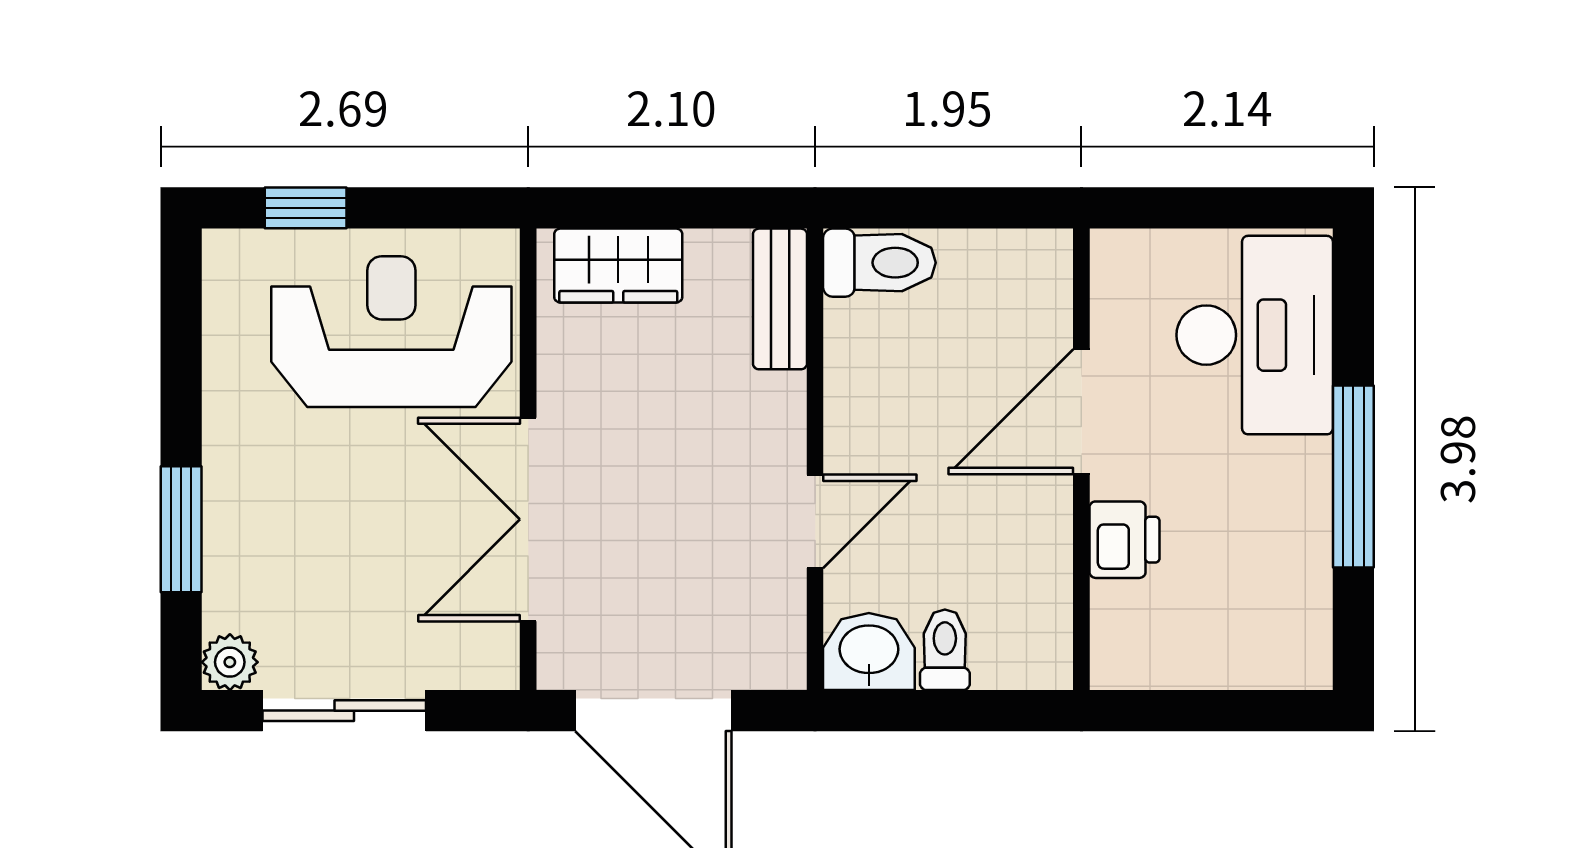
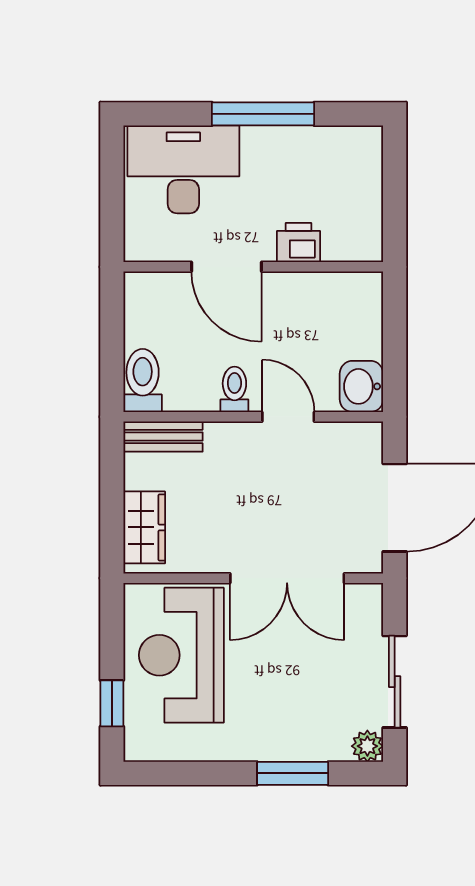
toilet: (945, 650) -> (234, 389), moved, turned 90

